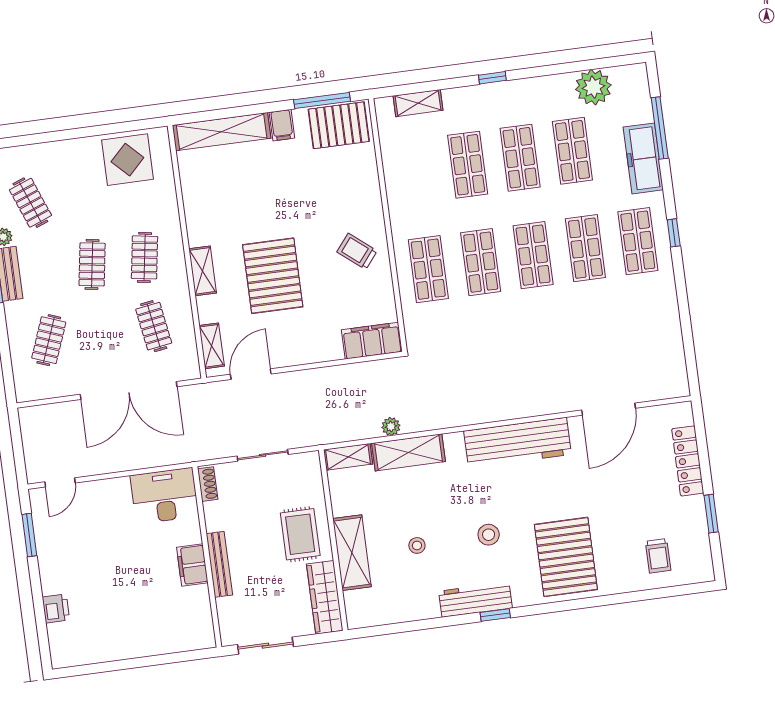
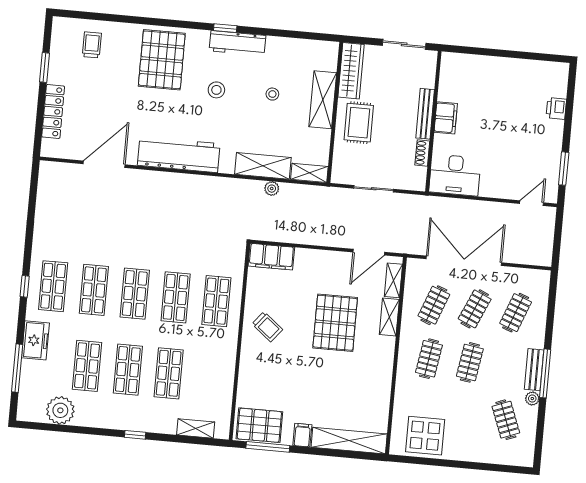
freezer: (643, 158) -> (35, 340), width x0.71
shelving: (203, 271) -> (389, 317), moved
clothes rail: (154, 326) -> (434, 305), turned 30
clothes rail: (101, 333) -> (475, 309), added
shoe rack: (208, 484) -> (422, 153), moved

